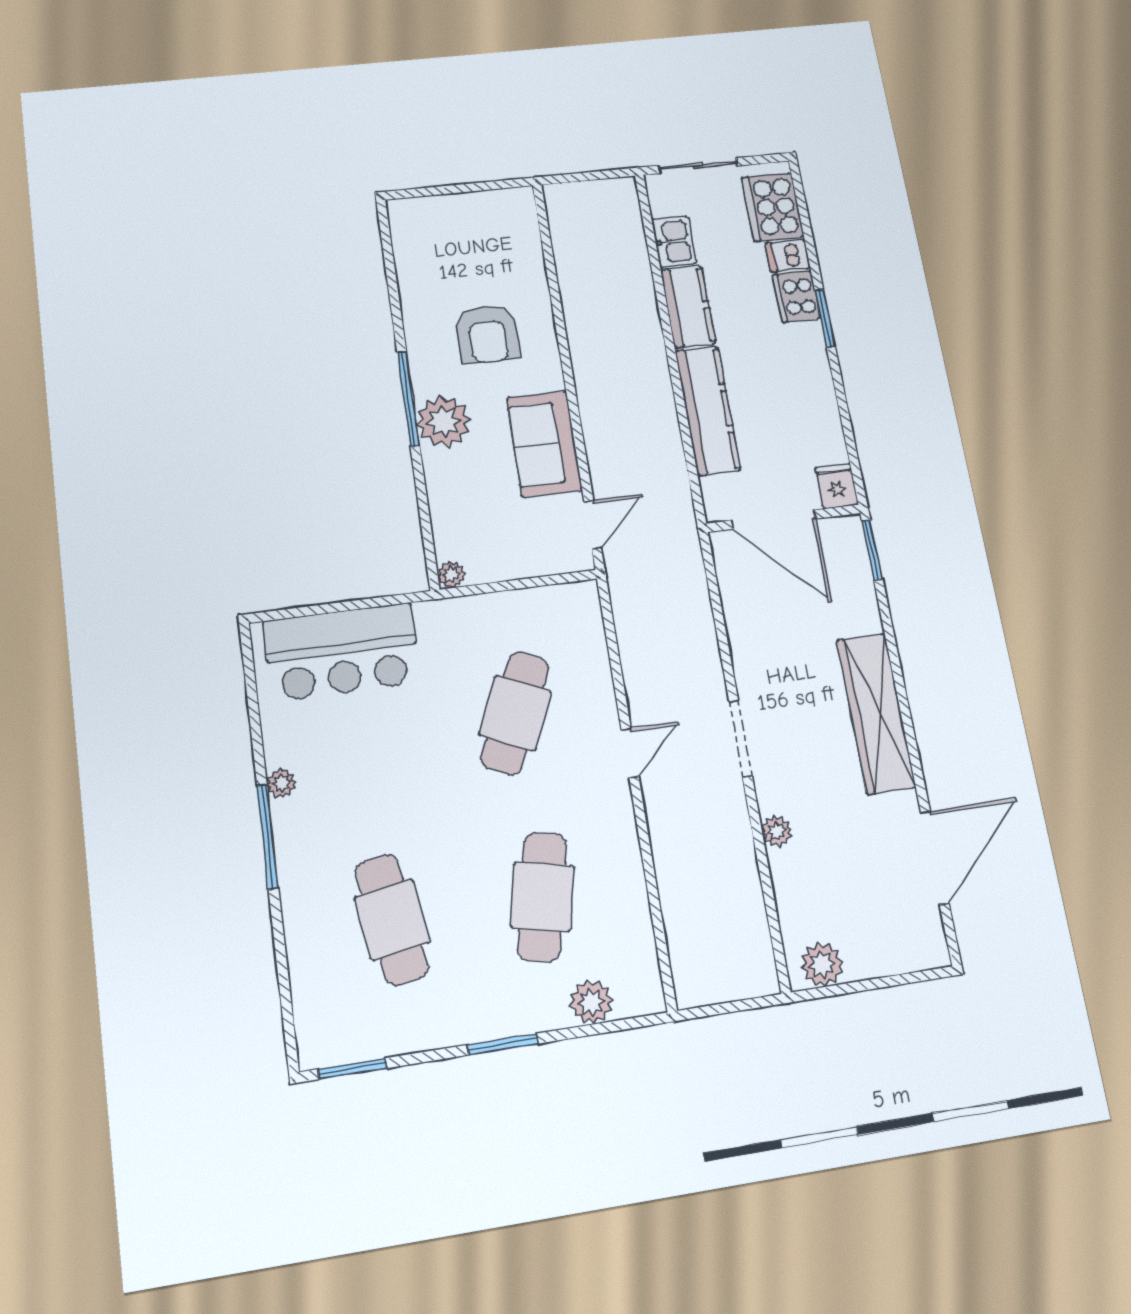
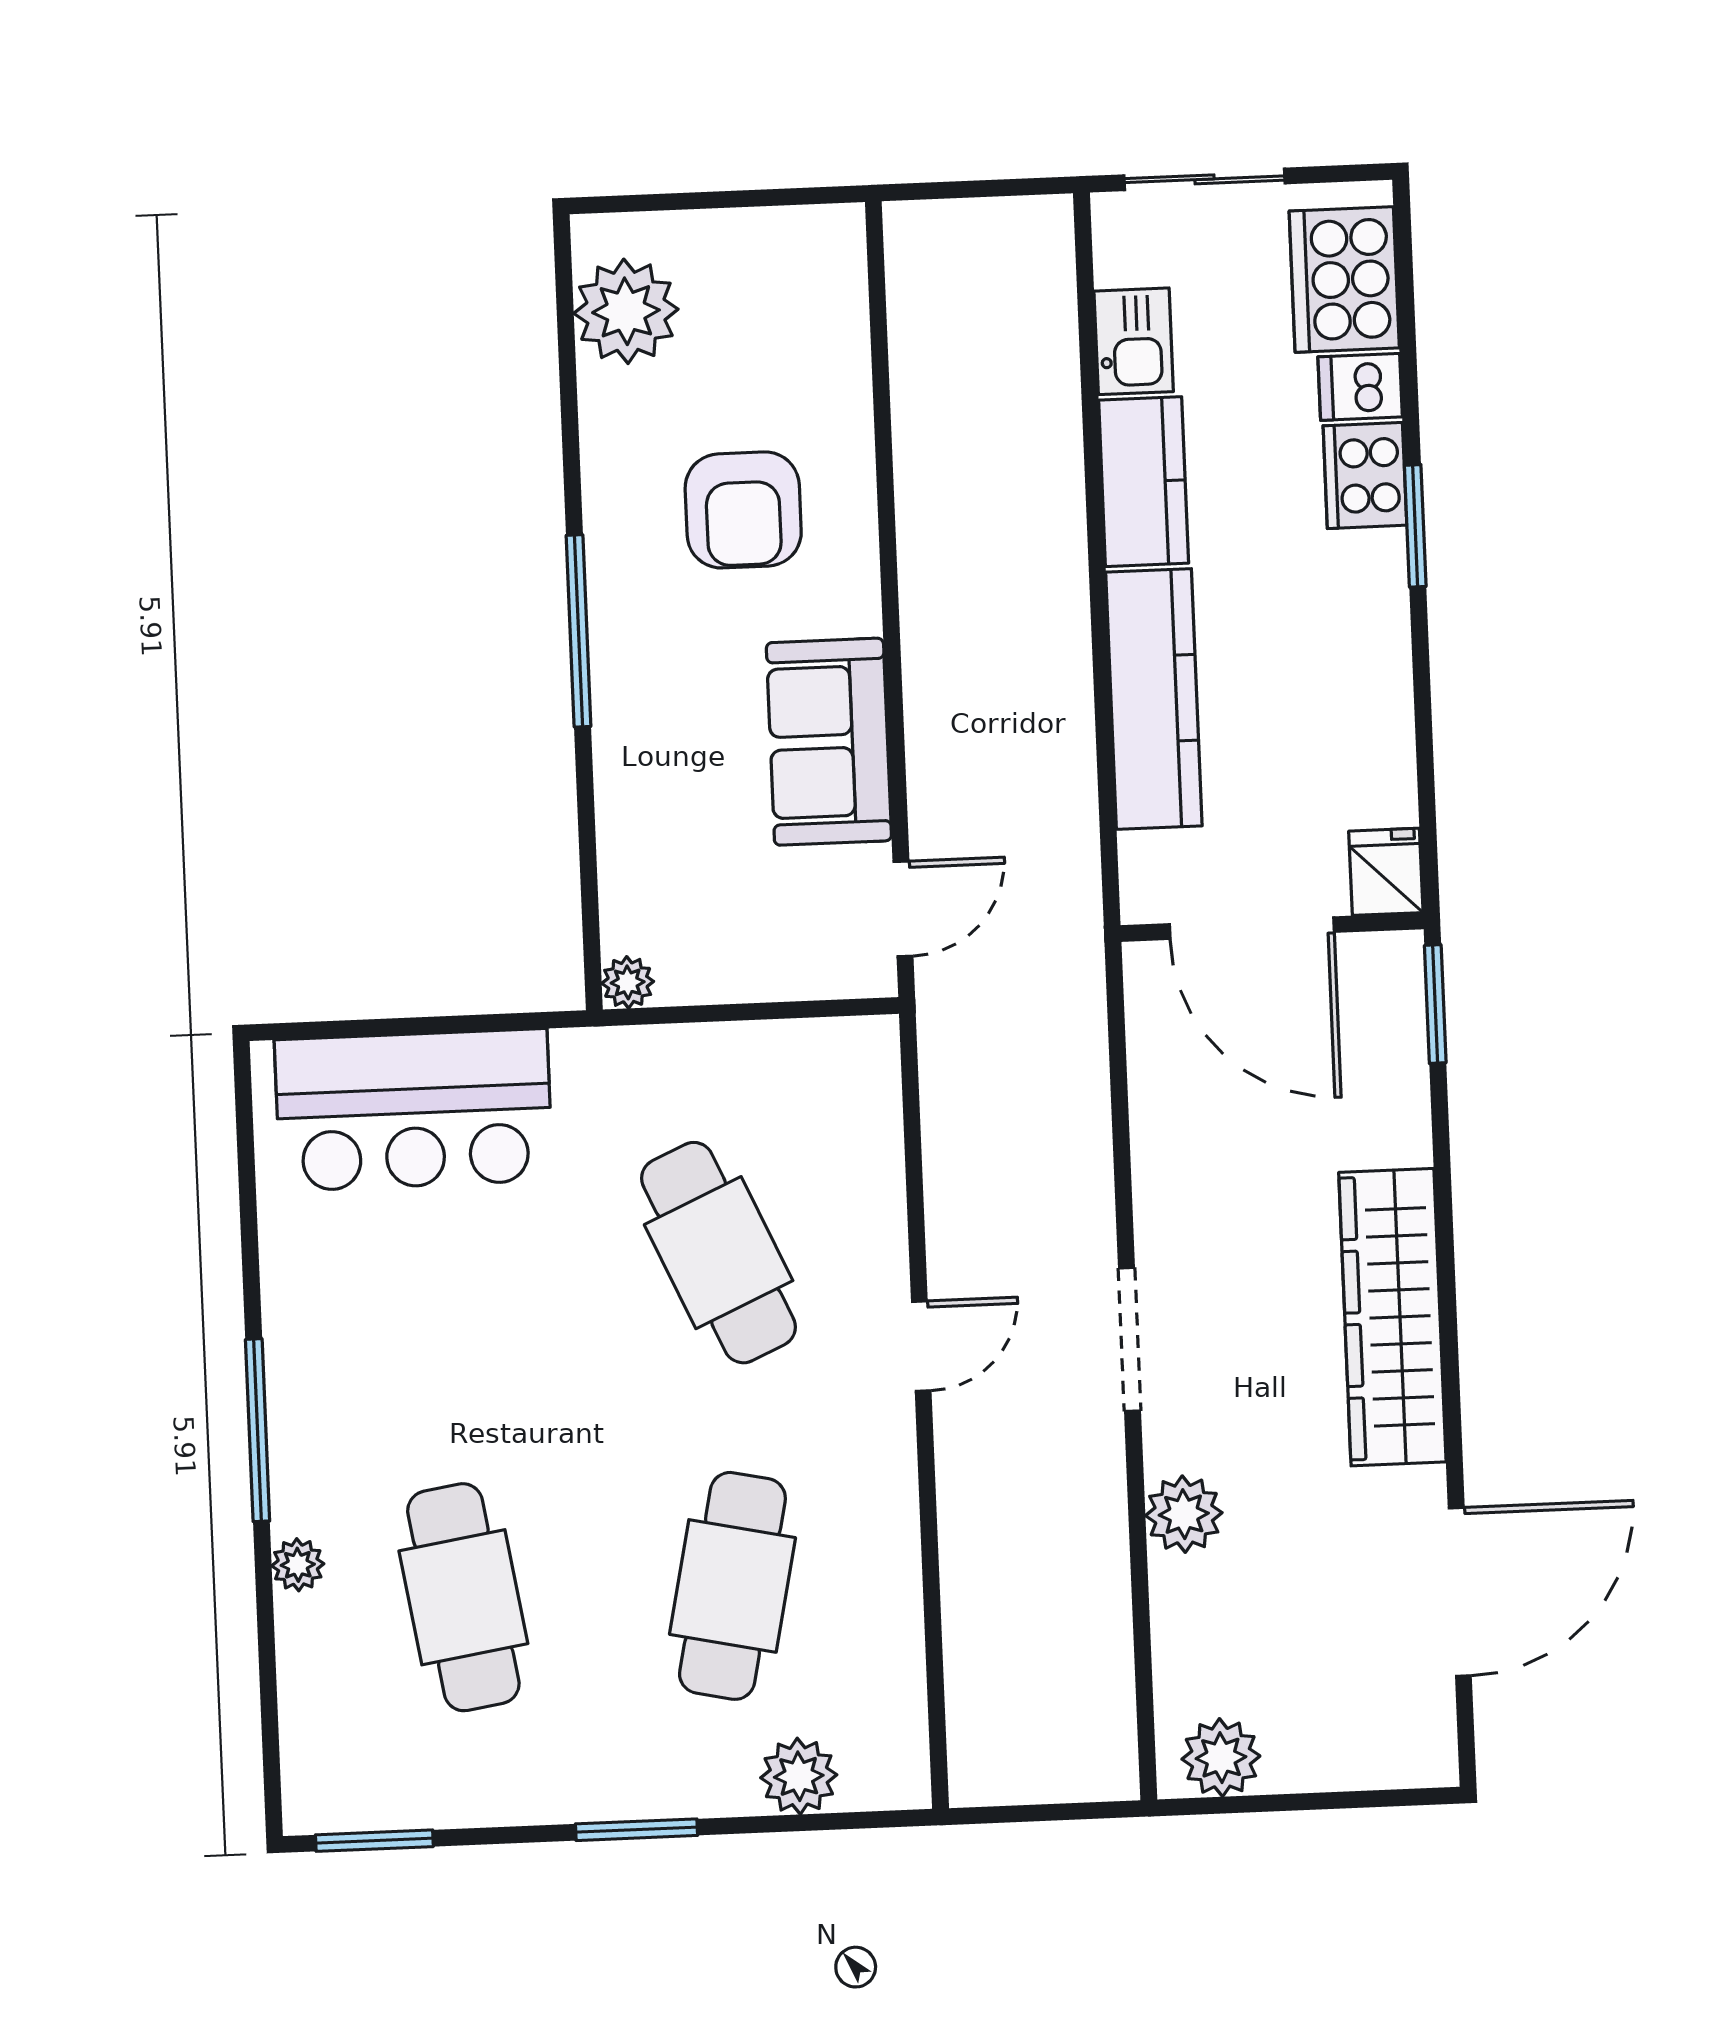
plant: (444, 422) -> (626, 311), moved
cafe table: (515, 713) -> (719, 1253), turned -48
plant: (281, 783) -> (298, 1565), moved
plant: (777, 831) -> (1184, 1514), width x1.38, depth x1.38

